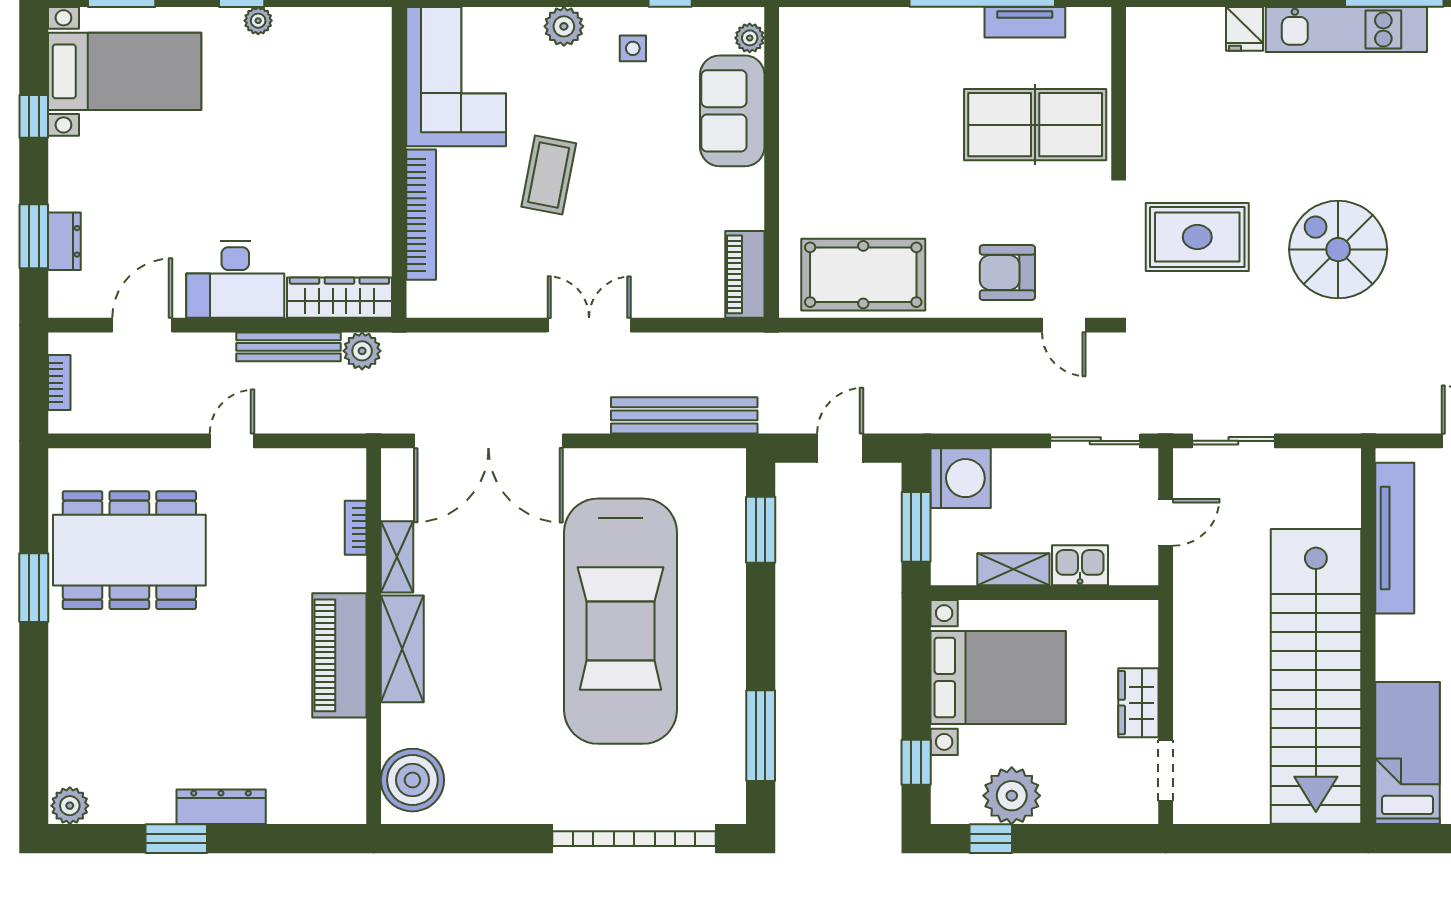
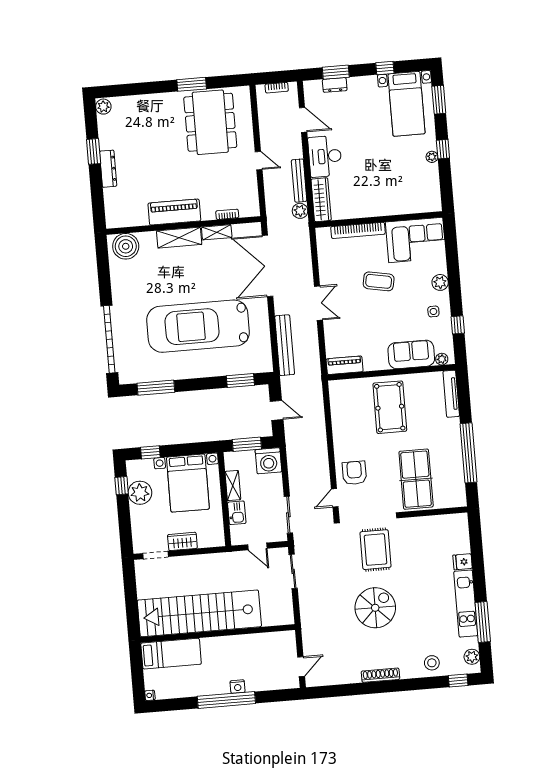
tv unit: (1025, 22) -> (451, 394), moved, width x1.41
pool table: (863, 275) -> (390, 407), moved
tv unit: (1395, 538) -> (259, 641), removed

